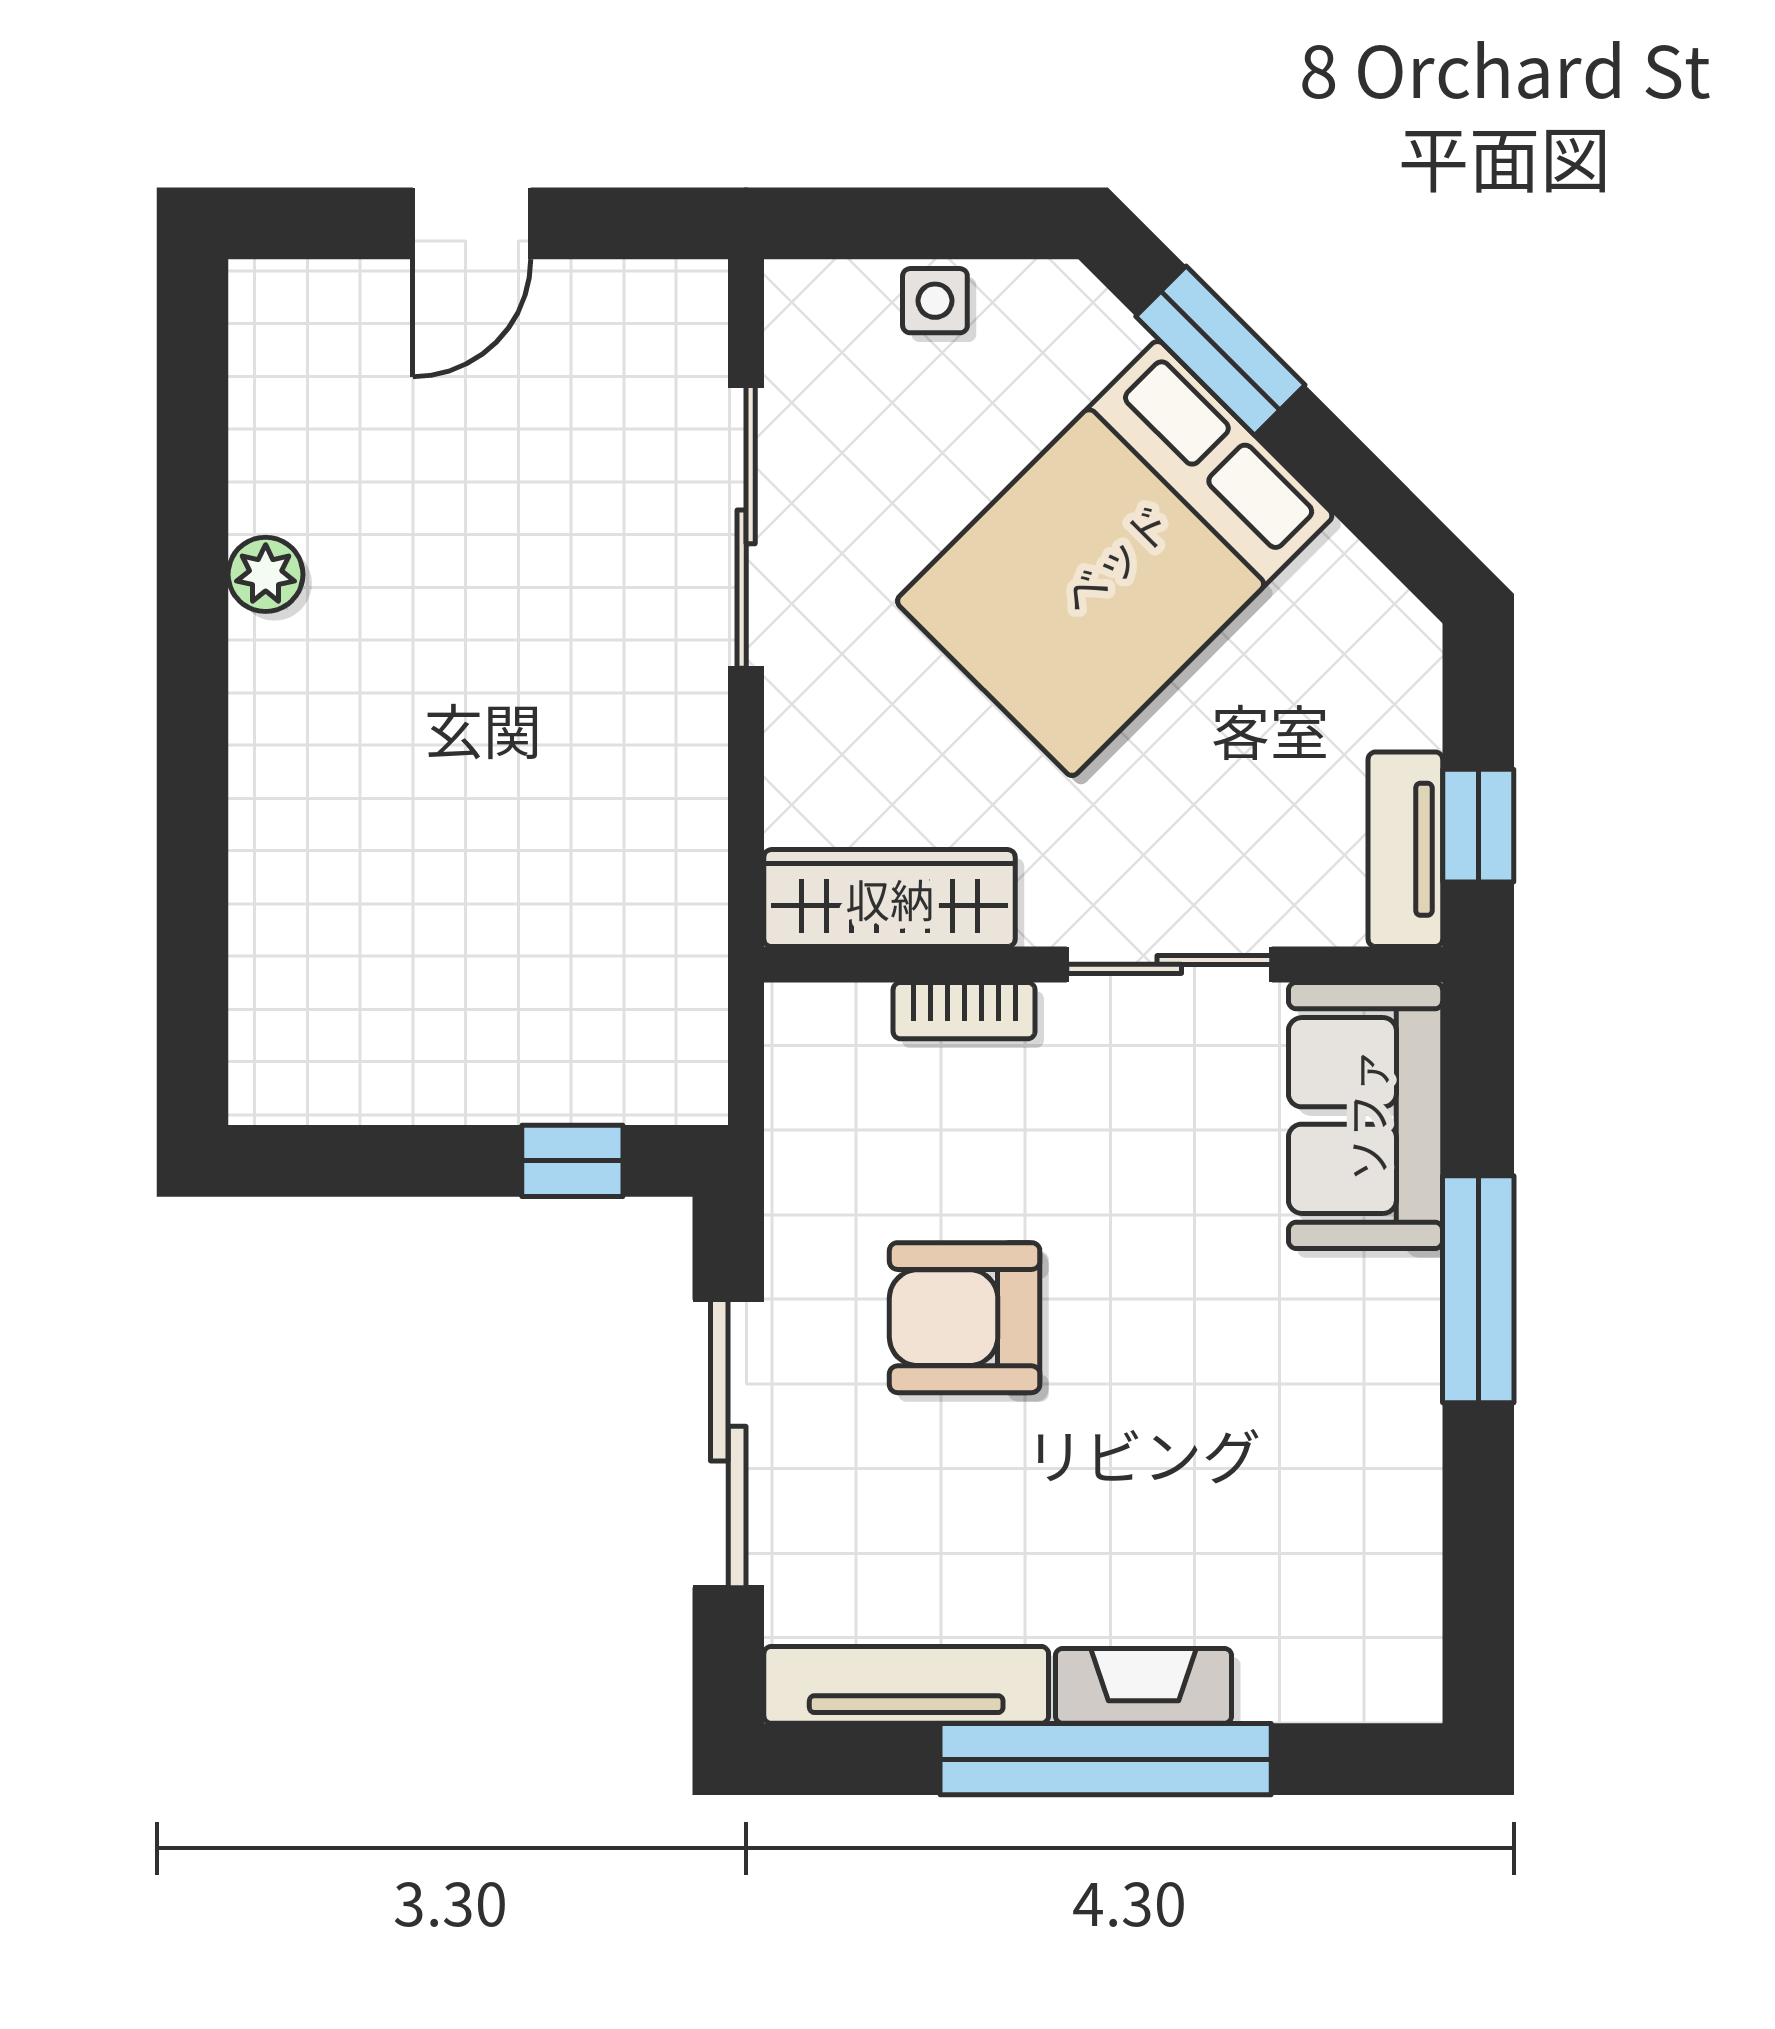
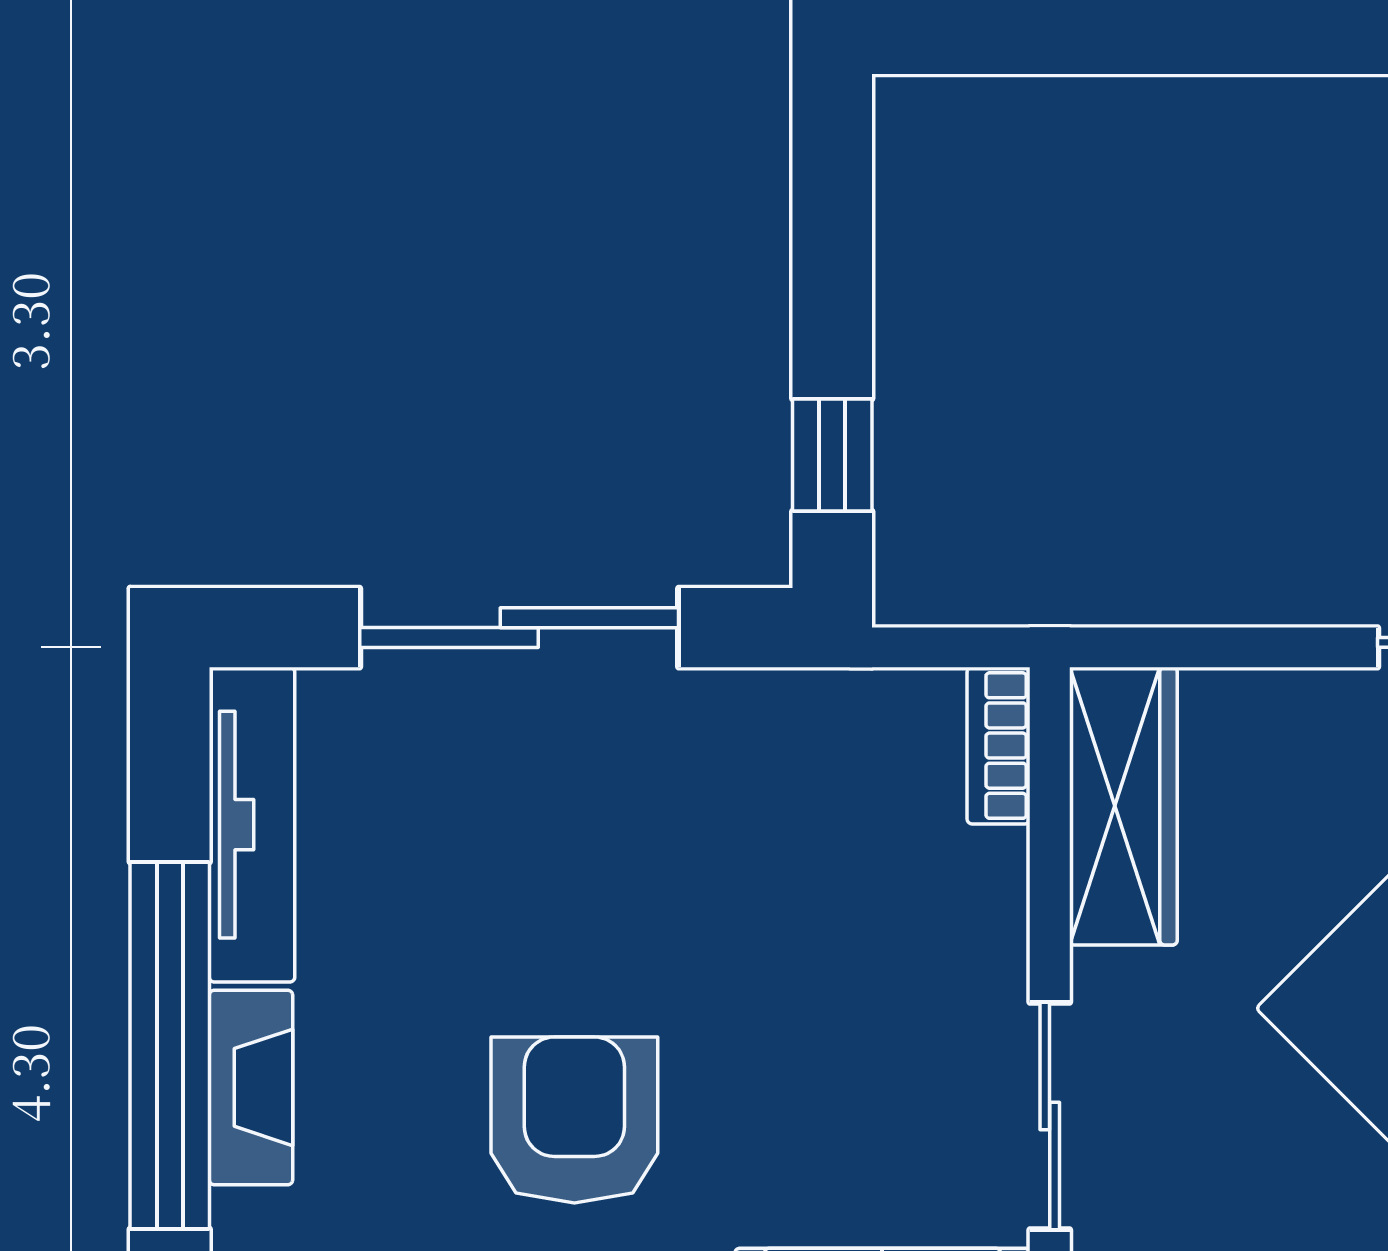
bookcase: (964, 1011) -> (999, 746), moved
armchair: (965, 1318) -> (574, 1120), moved

